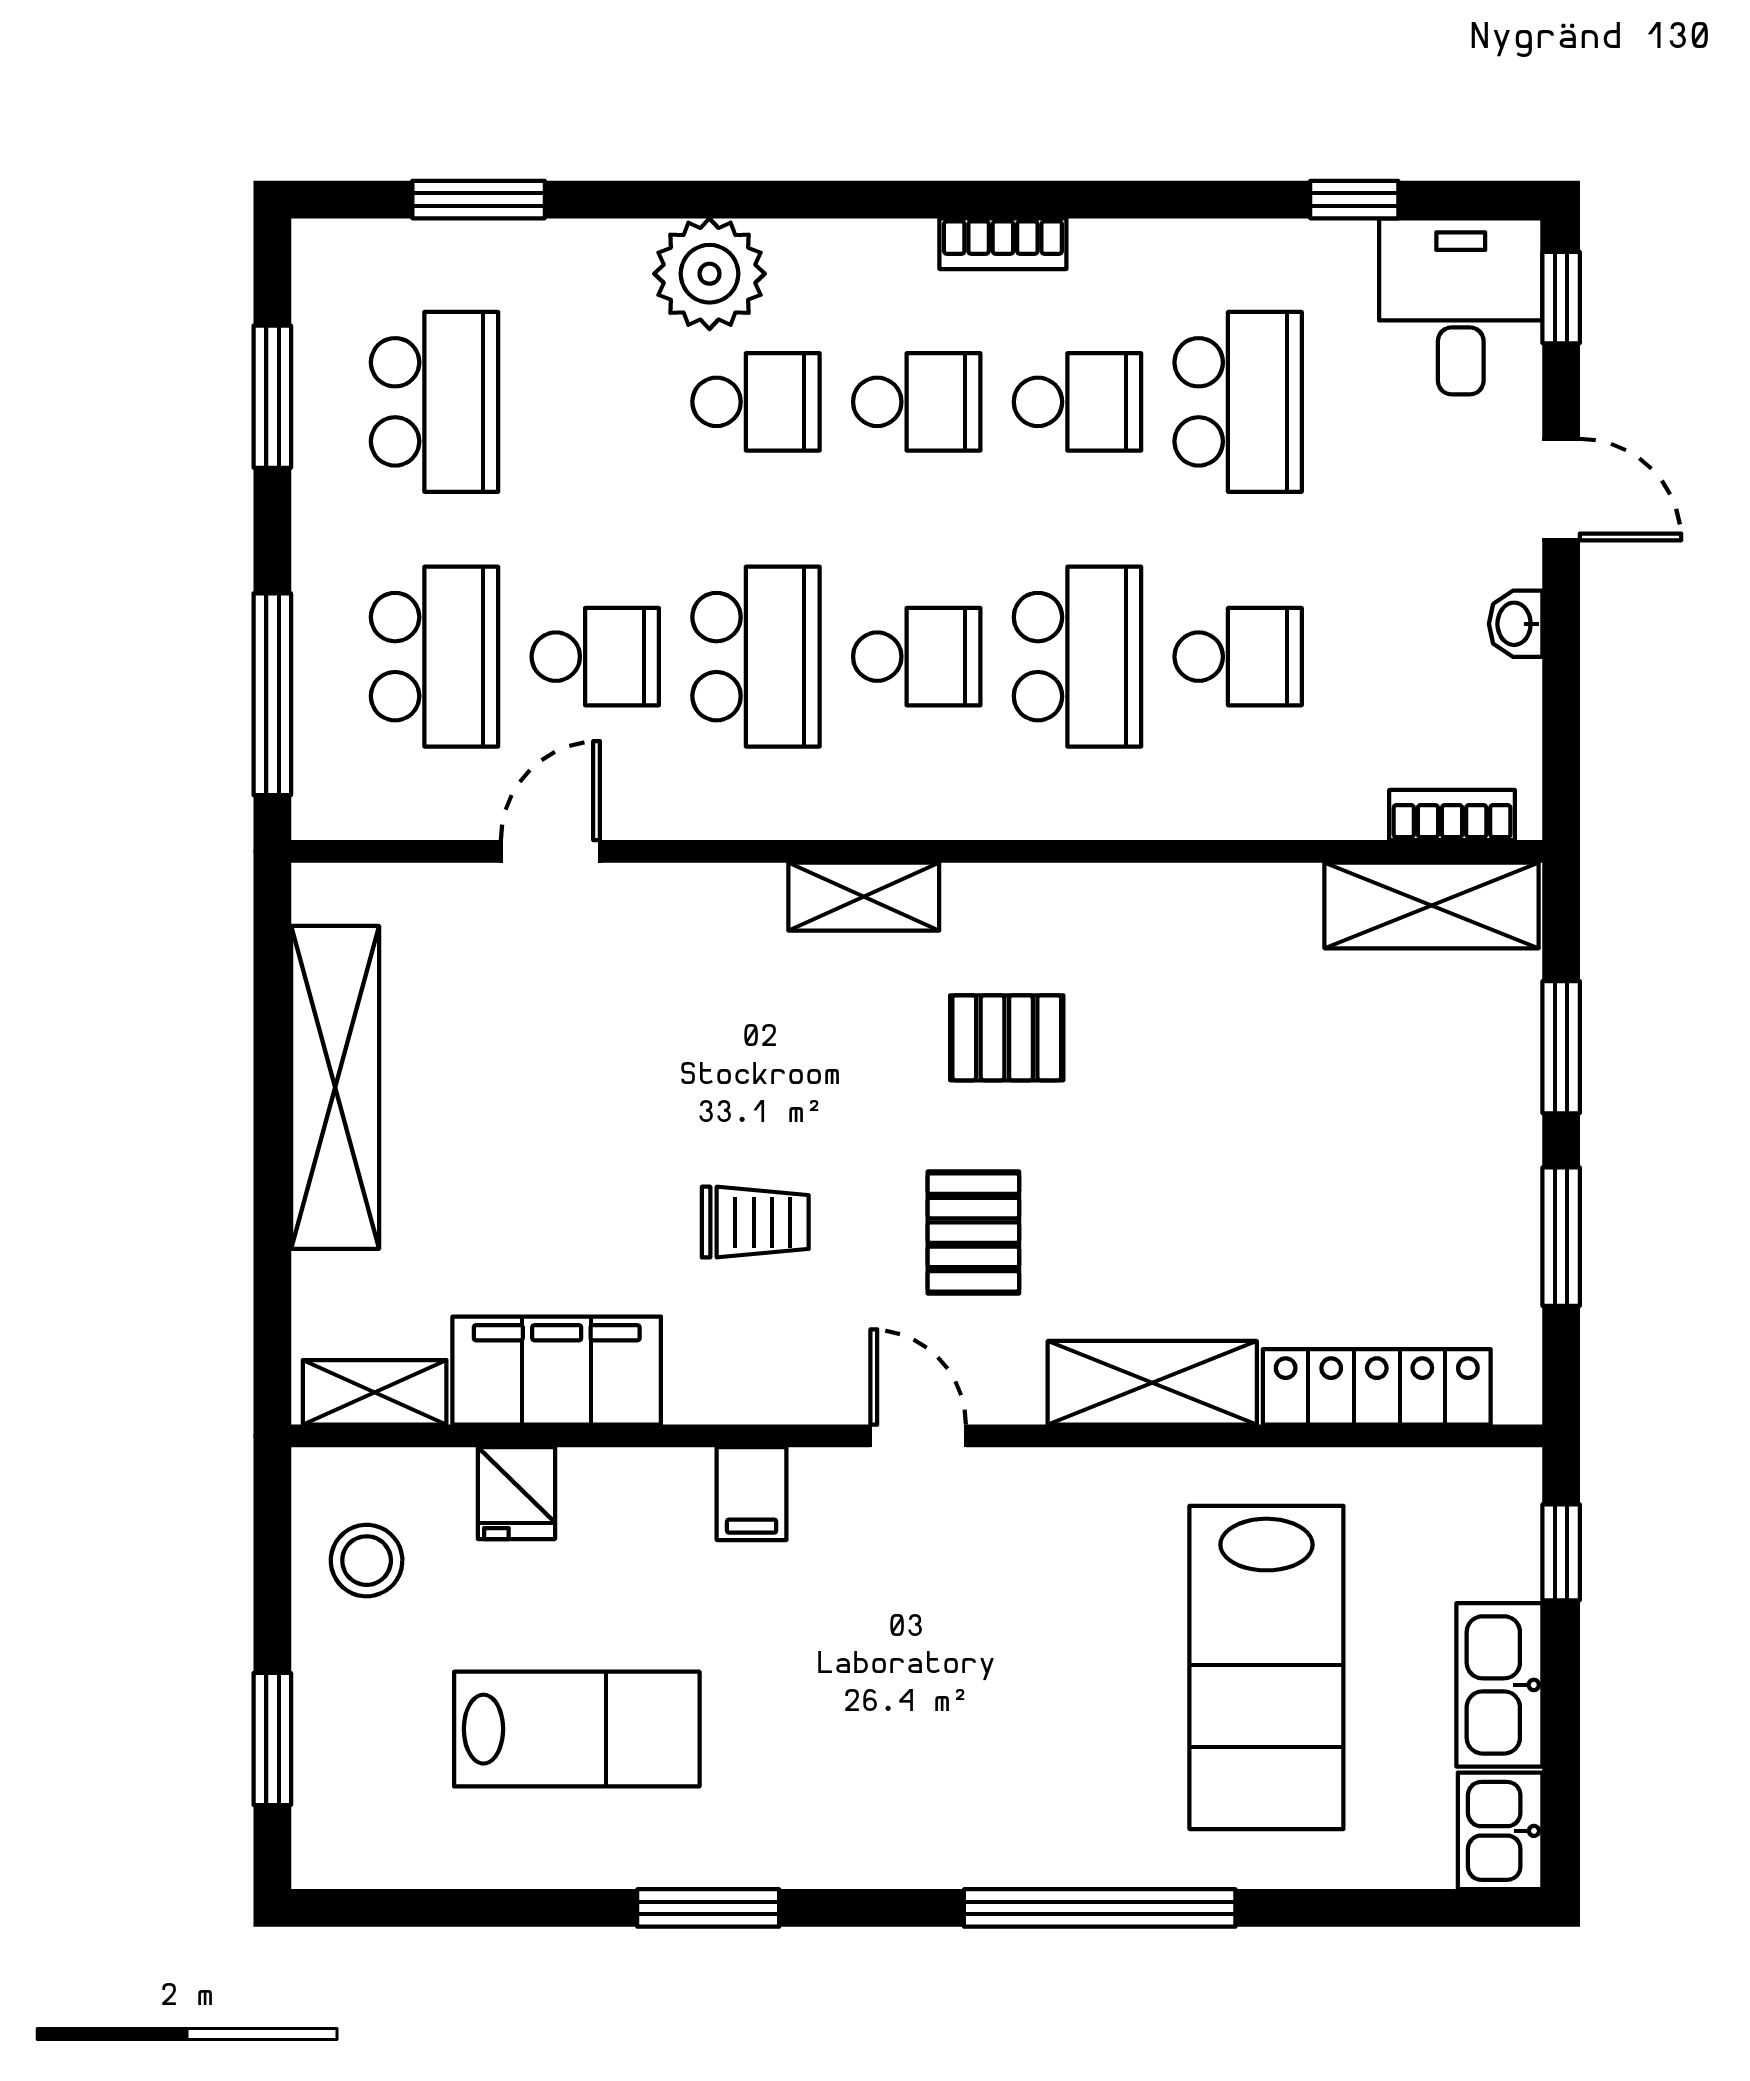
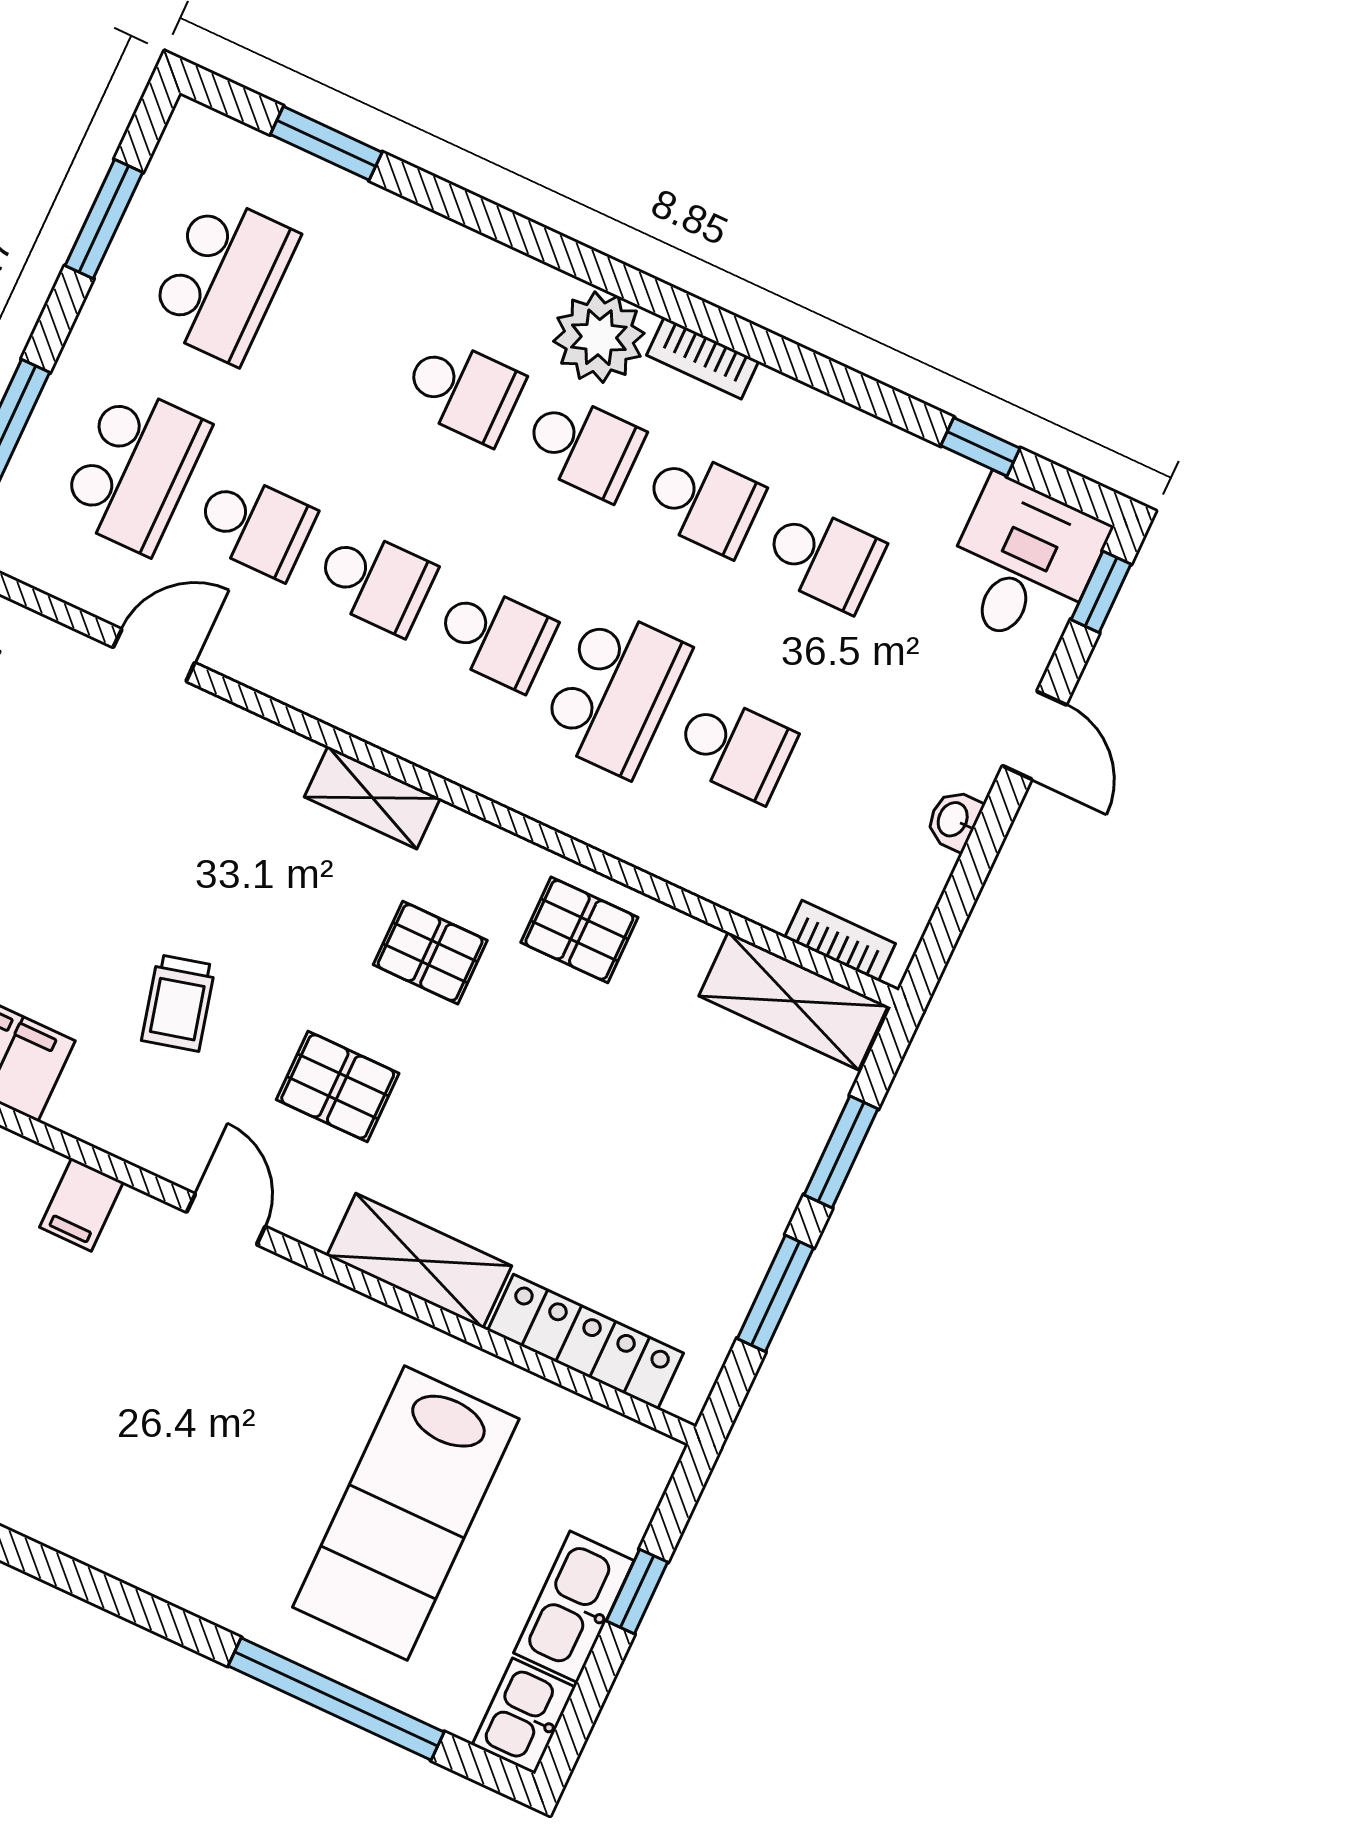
plant: (709, 274) -> (599, 337), moved
school desk: (1238, 402) -> (824, 558), width x0.54
school desk: (756, 657) -> (375, 581), width x0.54
pallet: (1159, 936) -> (579, 930), added
trolley: (755, 1222) -> (178, 1003), turned 76
pallet: (973, 1233) -> (338, 1086), turned 90
window: (1561, 1552) -> (637, 1592), moved
window: (1100, 1908) -> (336, 1699), moved

